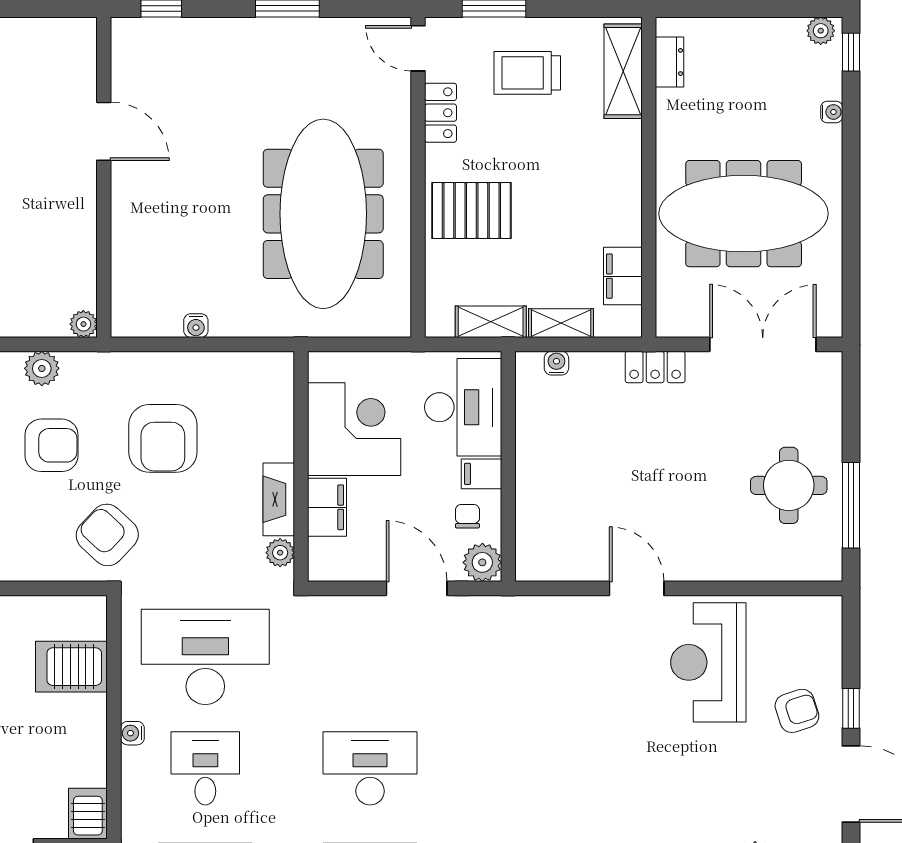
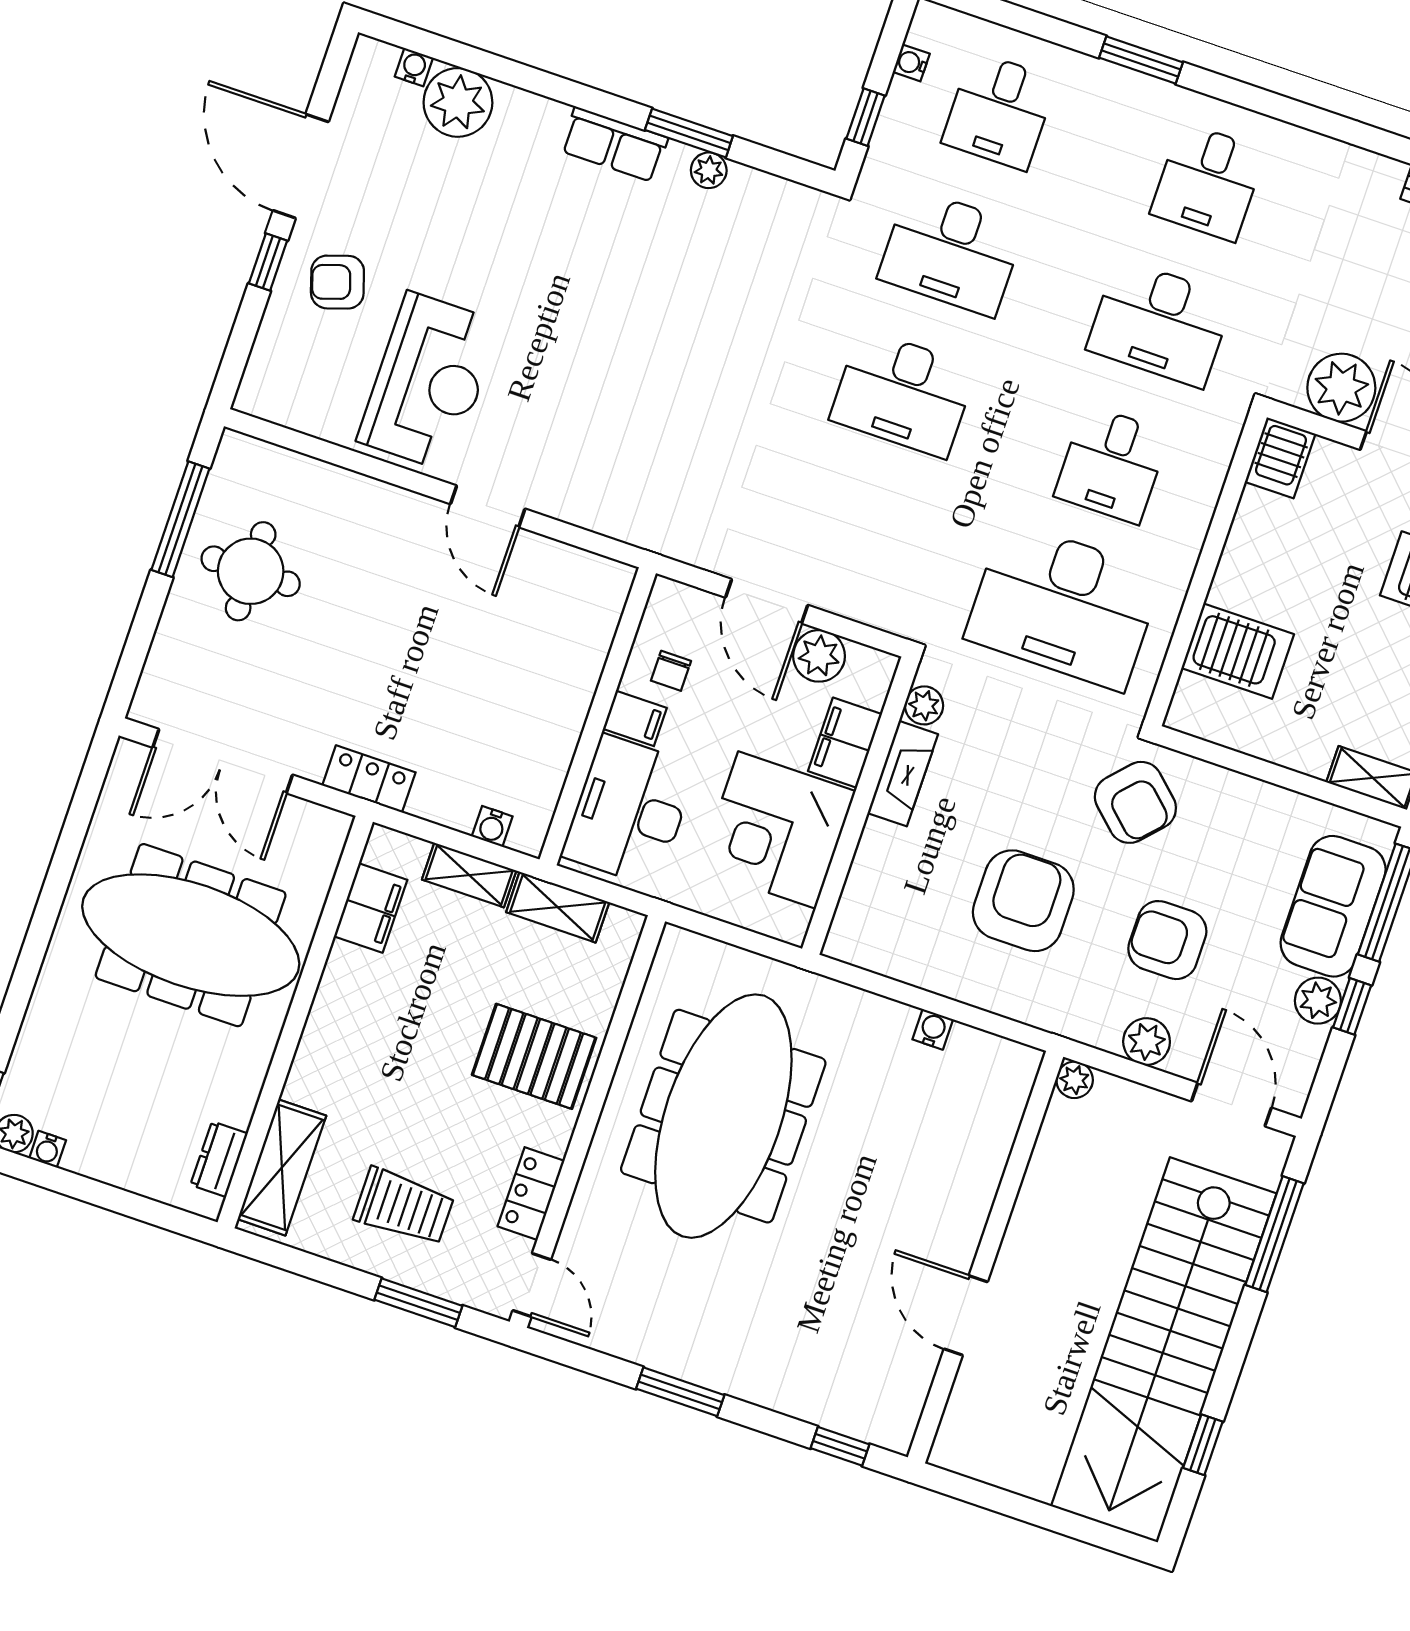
water cooler: (832, 112) -> (48, 1149), moved, turned -90
plant: (482, 562) -> (819, 656), moved
water cooler: (132, 733) -> (1189, 540), removed

